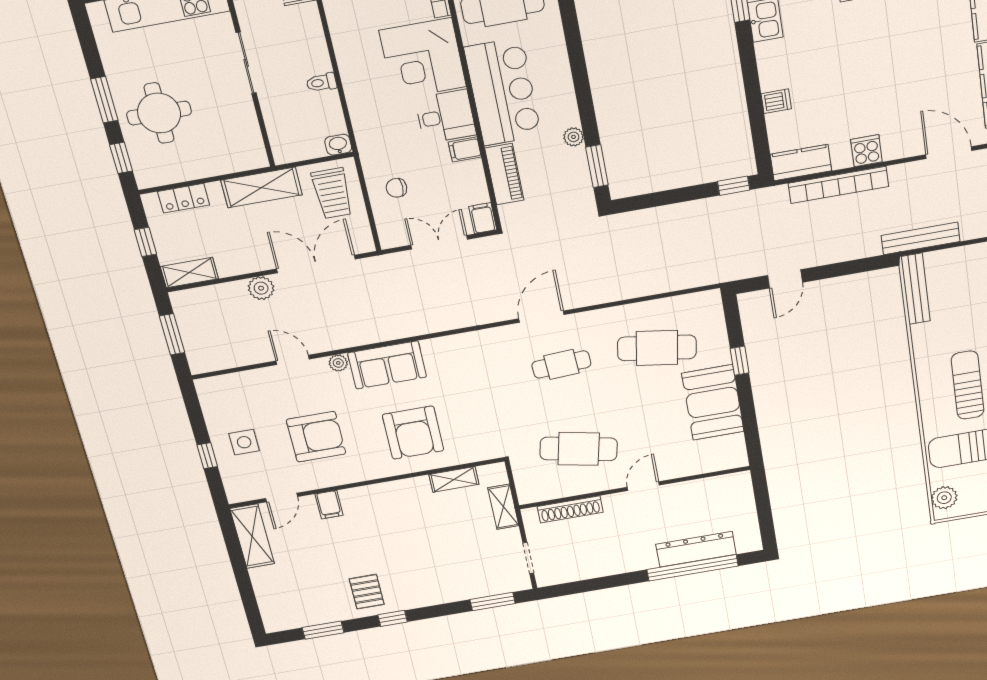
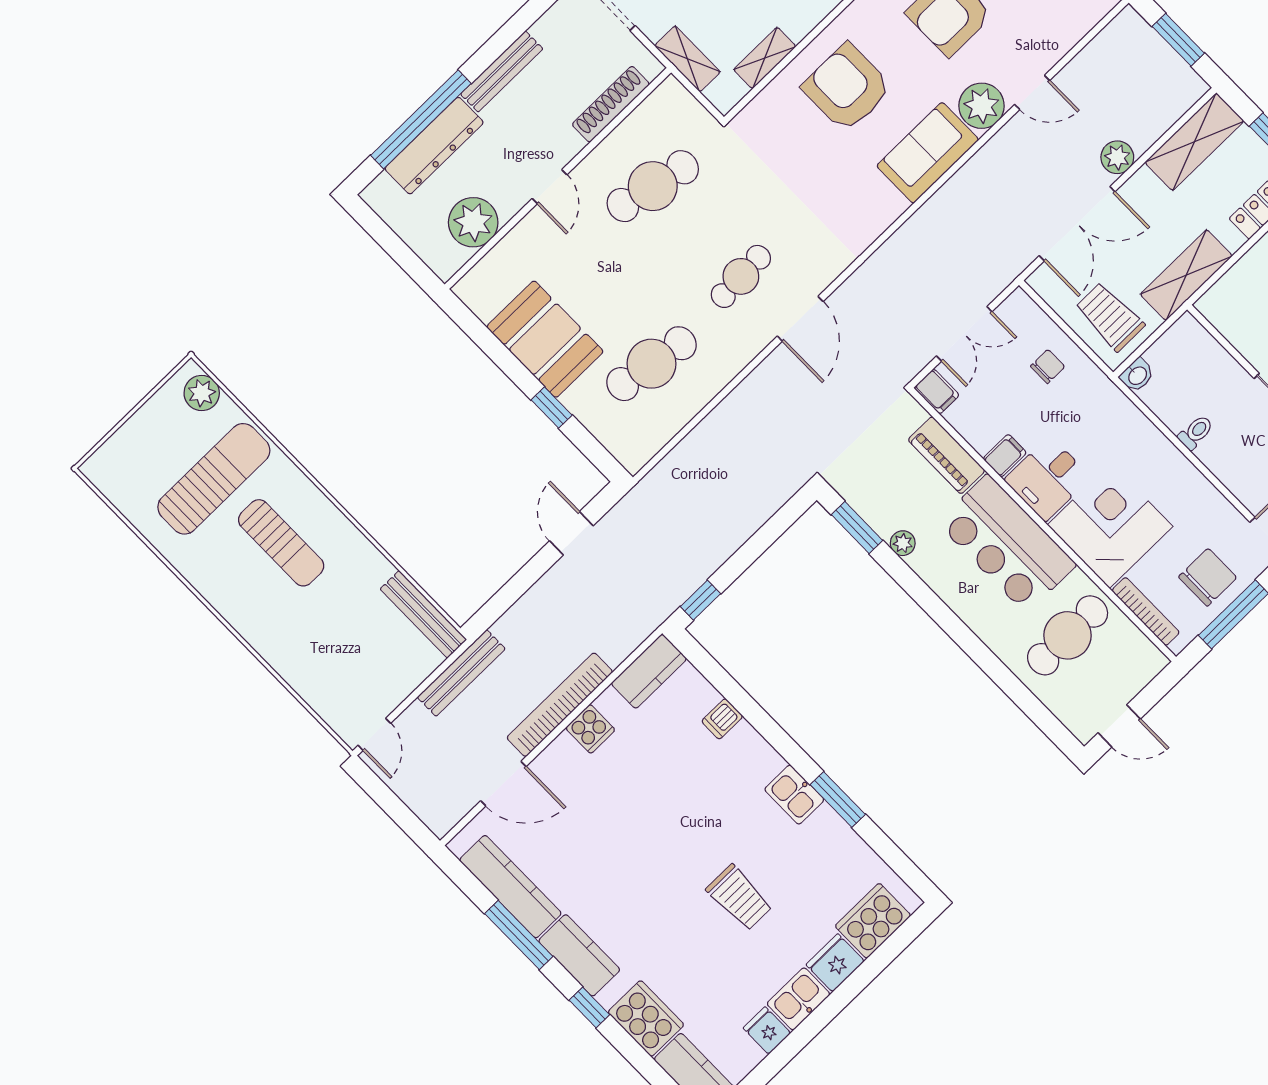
bookcase: (838, 185) -> (560, 705), moved
shelving: (189, 273) -> (1194, 142), width x1.50, depth x1.33
plant: (338, 363) -> (982, 106), width x1.87, depth x1.87
plant: (705, 494) -> (473, 222), added
bench: (623, 565) -> (502, 72), added

